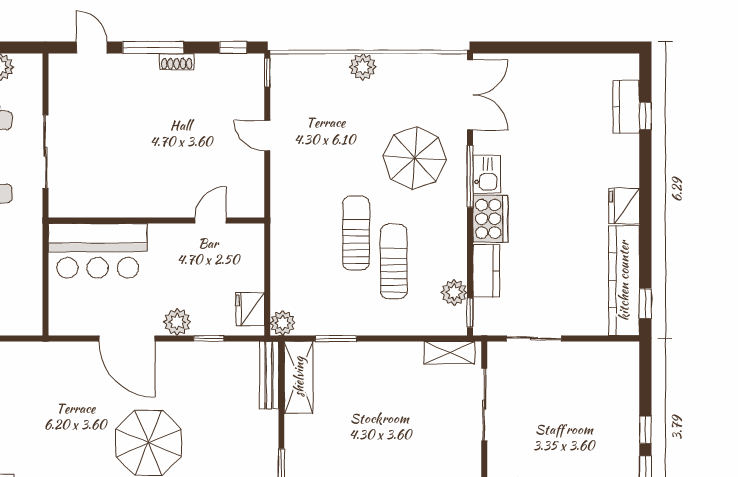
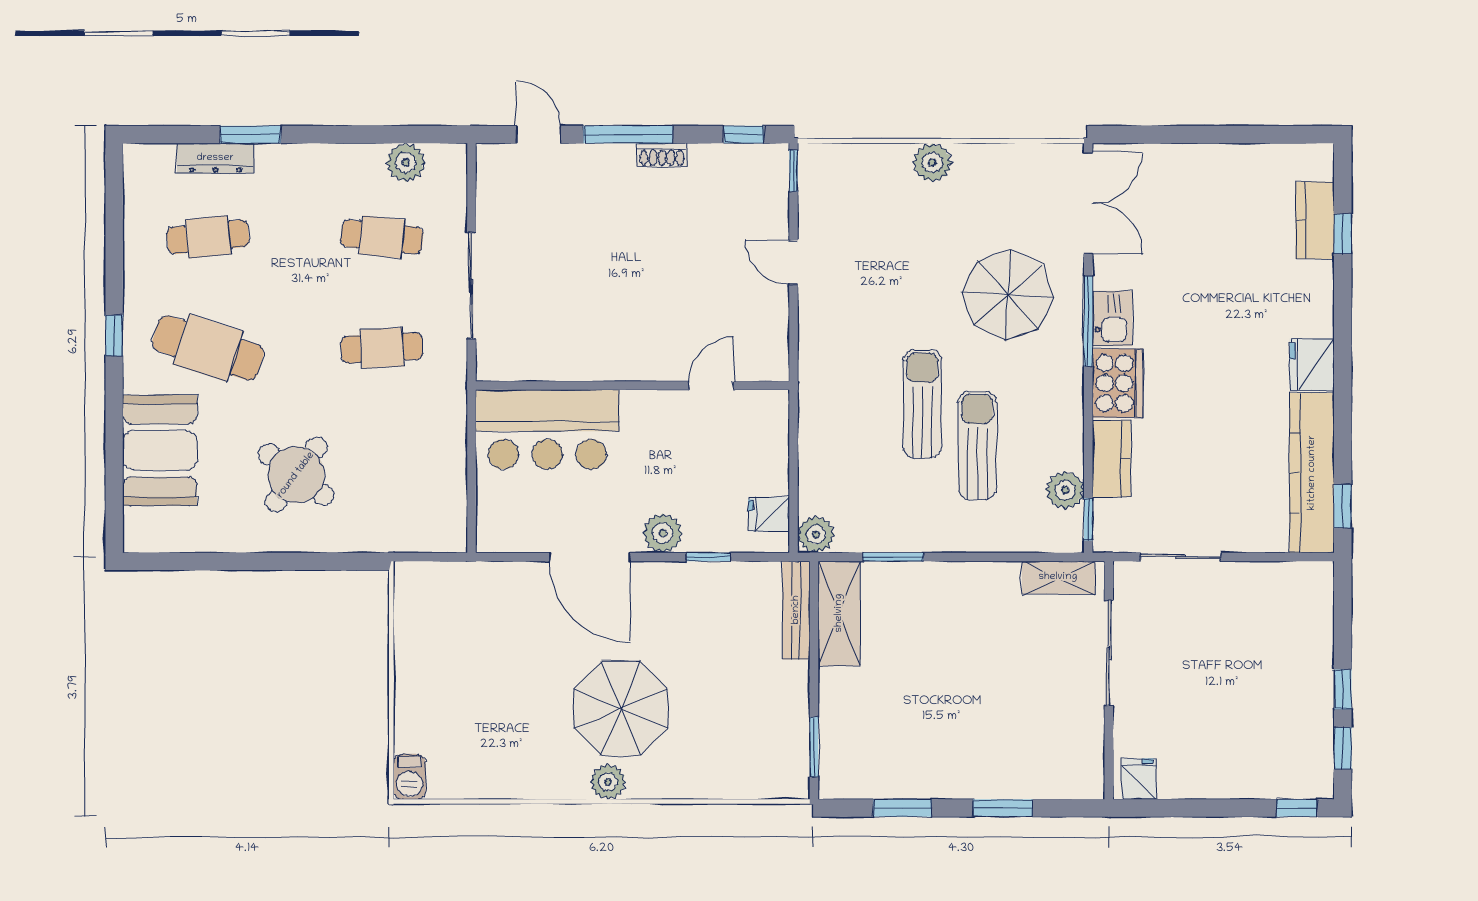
fridge: (250, 309) -> (769, 514), width x0.72

